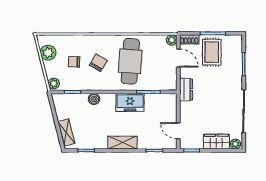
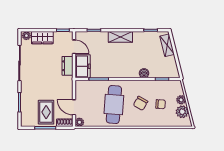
plant: (54, 84) -> (181, 100), moved
dresser: (186, 90) -> (67, 66), moved
freezer: (130, 102) -> (83, 66), moved, turned 90

